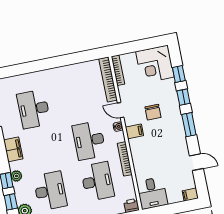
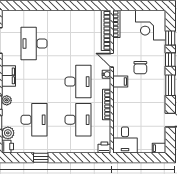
desk: (89, 140) -> (78, 82), turned 180

